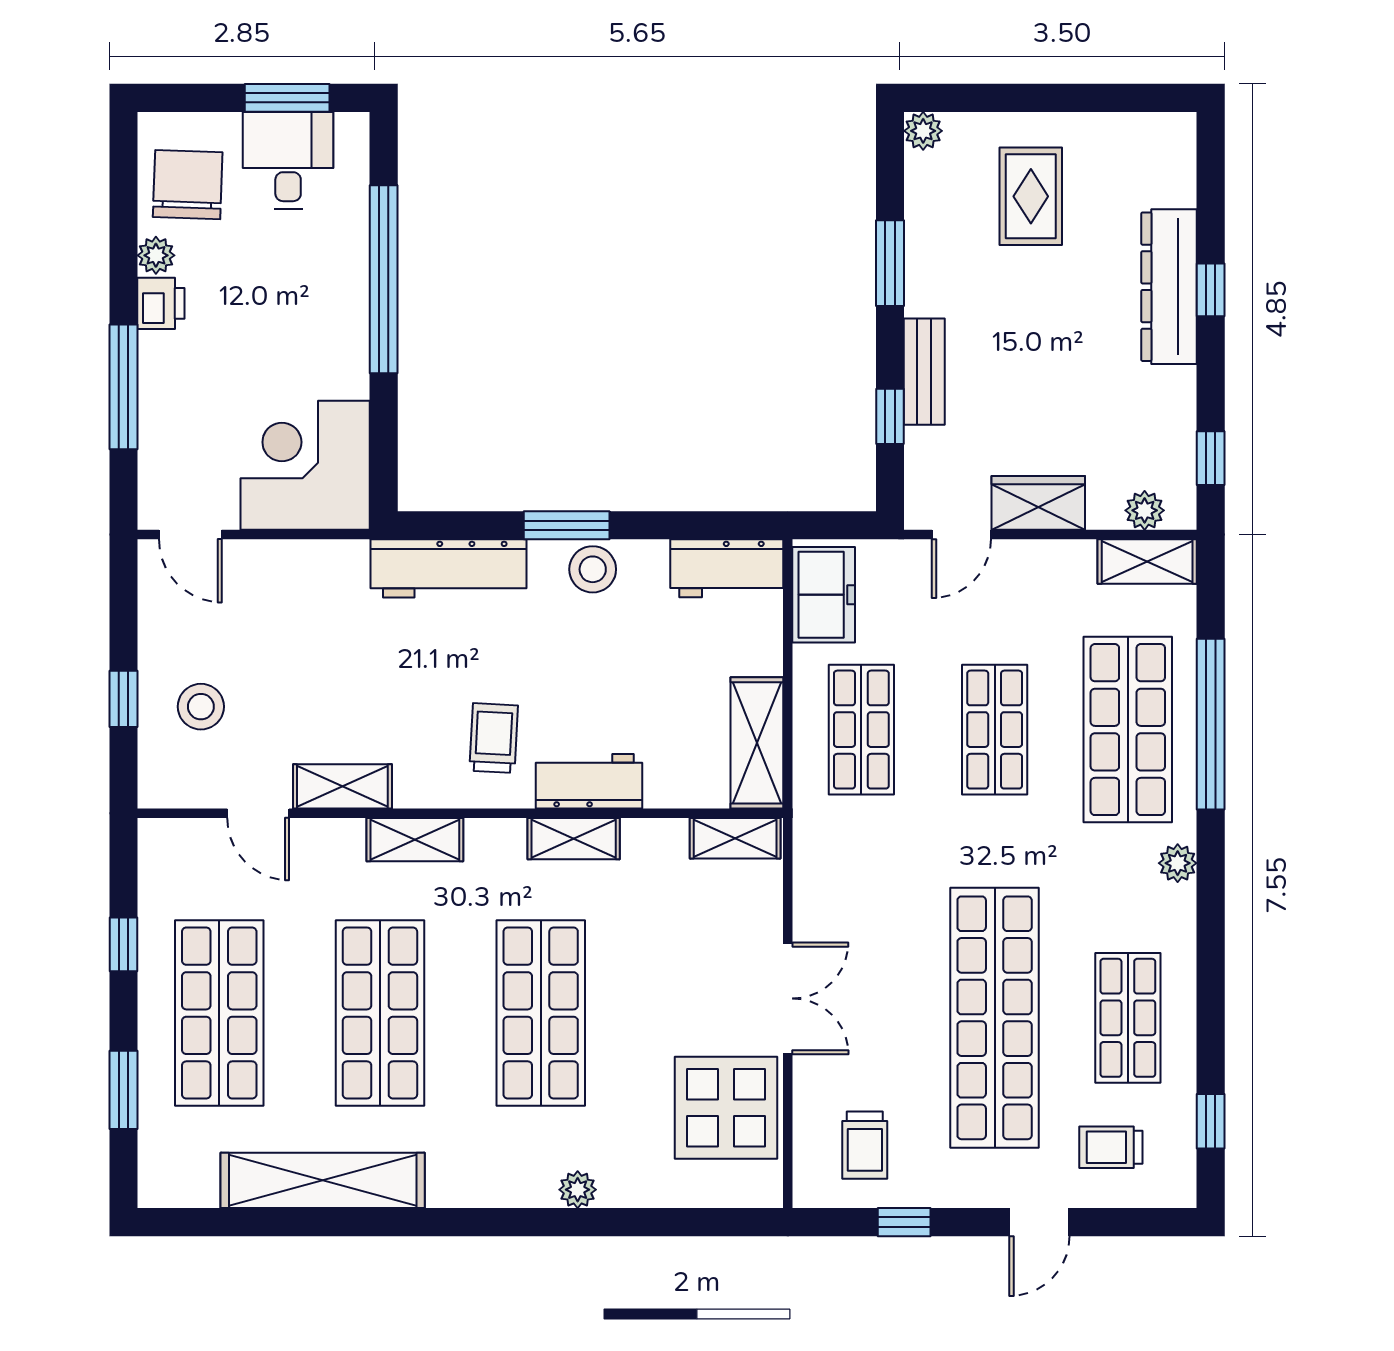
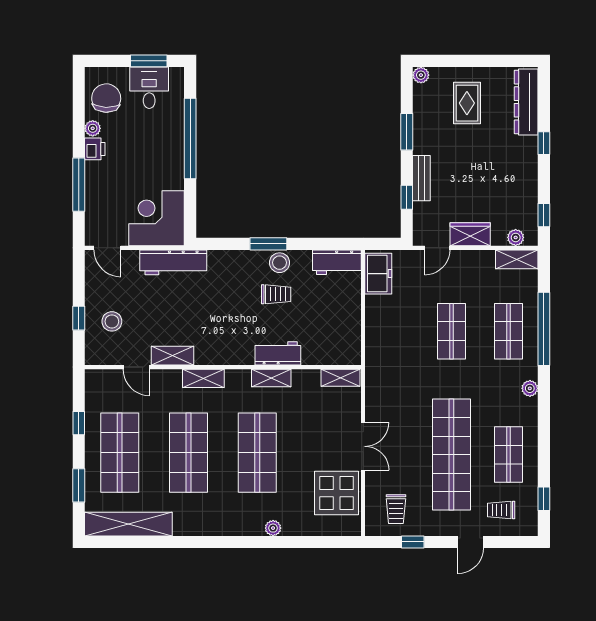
dresser: (1169, 287) -> (526, 102), moved
workbench: (449, 568) -> (173, 262), moved
shop shelf: (861, 730) -> (394, 331), removed
shop shelf: (1128, 730) -> (508, 331), width x0.70, depth x0.74
trolley: (494, 738) -> (276, 294), moved, turned 87
shelving: (757, 743) -> (350, 337), removed
shelving: (323, 1180) -> (128, 524), moved

